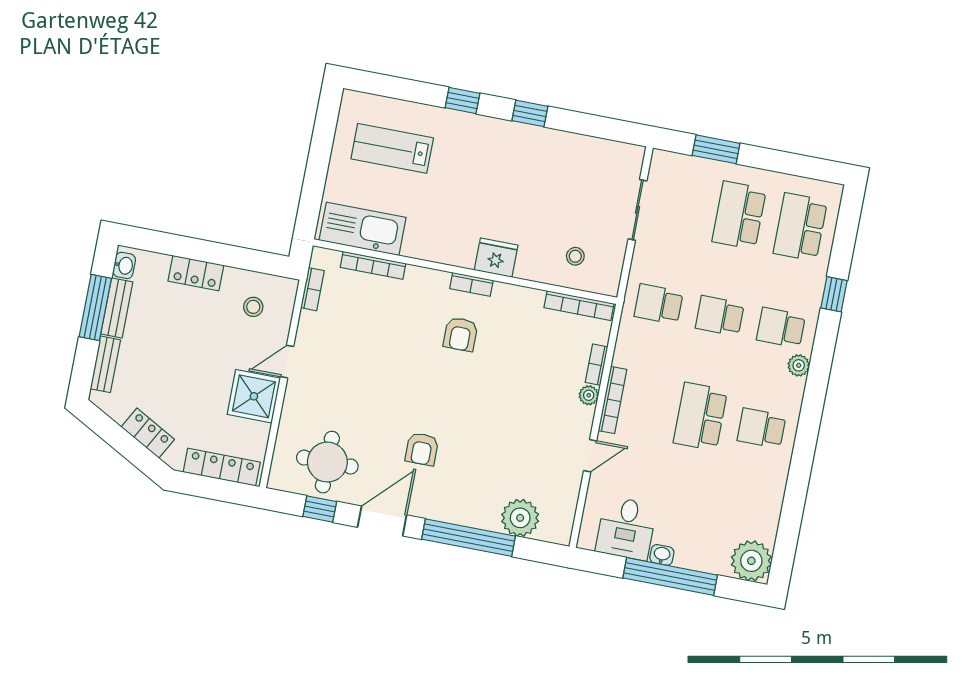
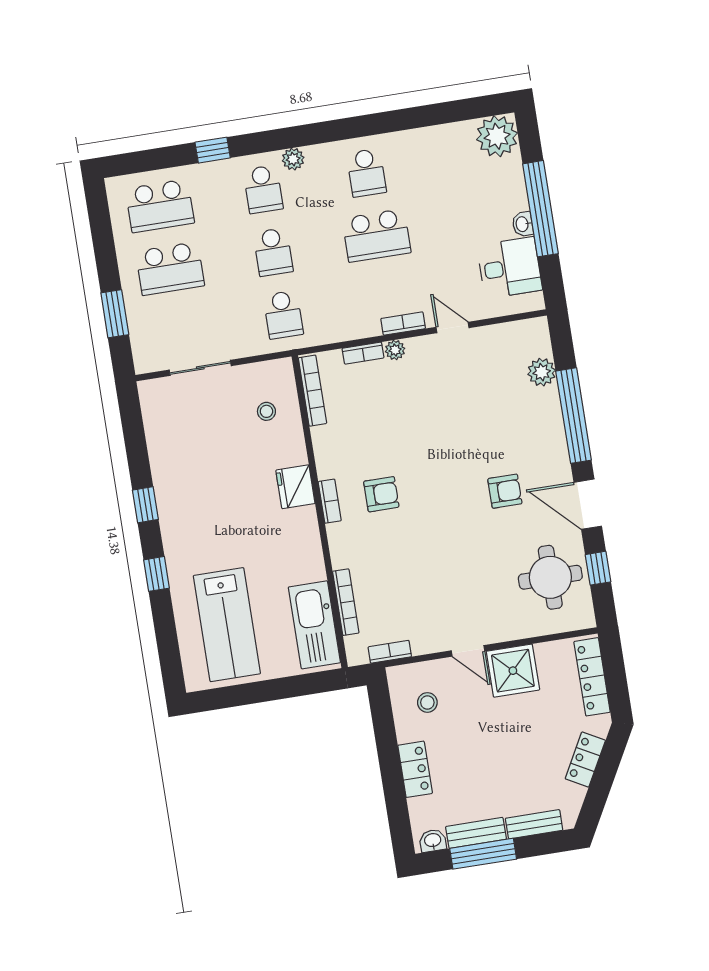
lab bench: (392, 148) -> (227, 625), width x1.36, depth x1.39
bookcase: (613, 400) -> (403, 324), width x0.64
plant: (520, 518) -> (542, 372), width x0.73, depth x0.73

